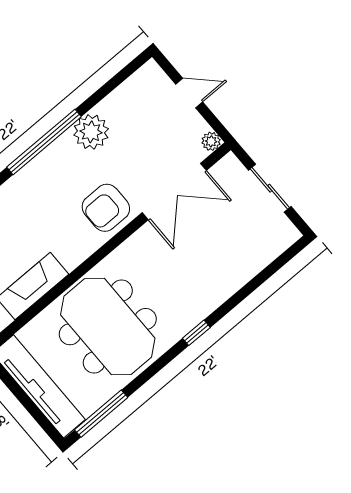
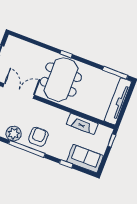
armchair: (106, 208) -> (38, 137), moved, turned -90
meeting table: (108, 327) -> (61, 79), moved

